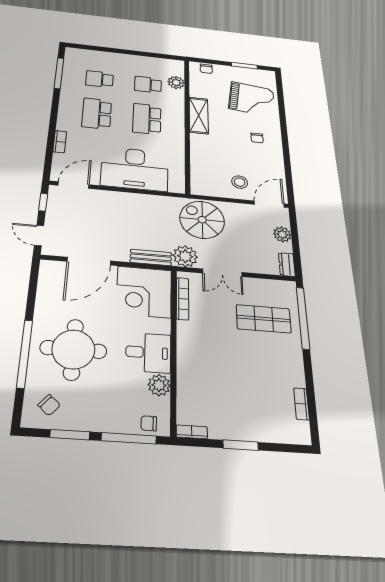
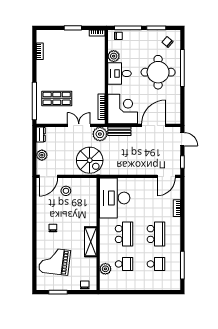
desk: (135, 169) -> (115, 198), moved, turned -90

